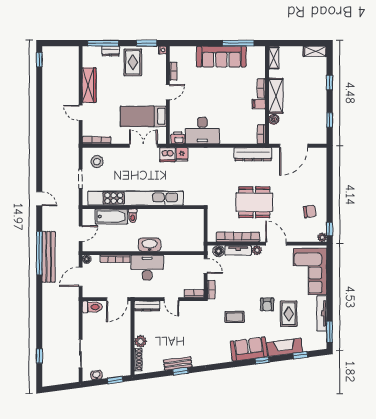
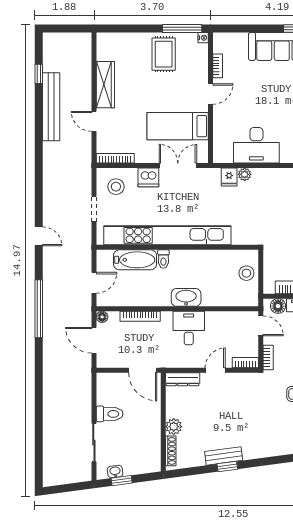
window: (103, 43) -> (124, 28), removed
window: (147, 43) -> (182, 28), width x1.44
dresser: (111, 51) -> (134, 39), removed
window: (39, 60) -> (39, 74), moved
printer: (178, 138) -> (224, 155), removed
plant: (193, 152) -> (245, 174), added
dishwasher: (167, 155) -> (148, 177), moved
stool: (195, 226) -> (246, 273), added
bench: (49, 257) -> (51, 107), moved
desk: (147, 268) -> (189, 328), width x0.73
door: (81, 277) -> (94, 340), hinge flipped
door: (117, 299) -> (143, 370), hinge flipped
door: (171, 299) -> (215, 370), swing flipped
toilet: (92, 307) -> (110, 414), moved
window: (39, 356) -> (39, 446), removed
window: (115, 380) -> (122, 481), moved

